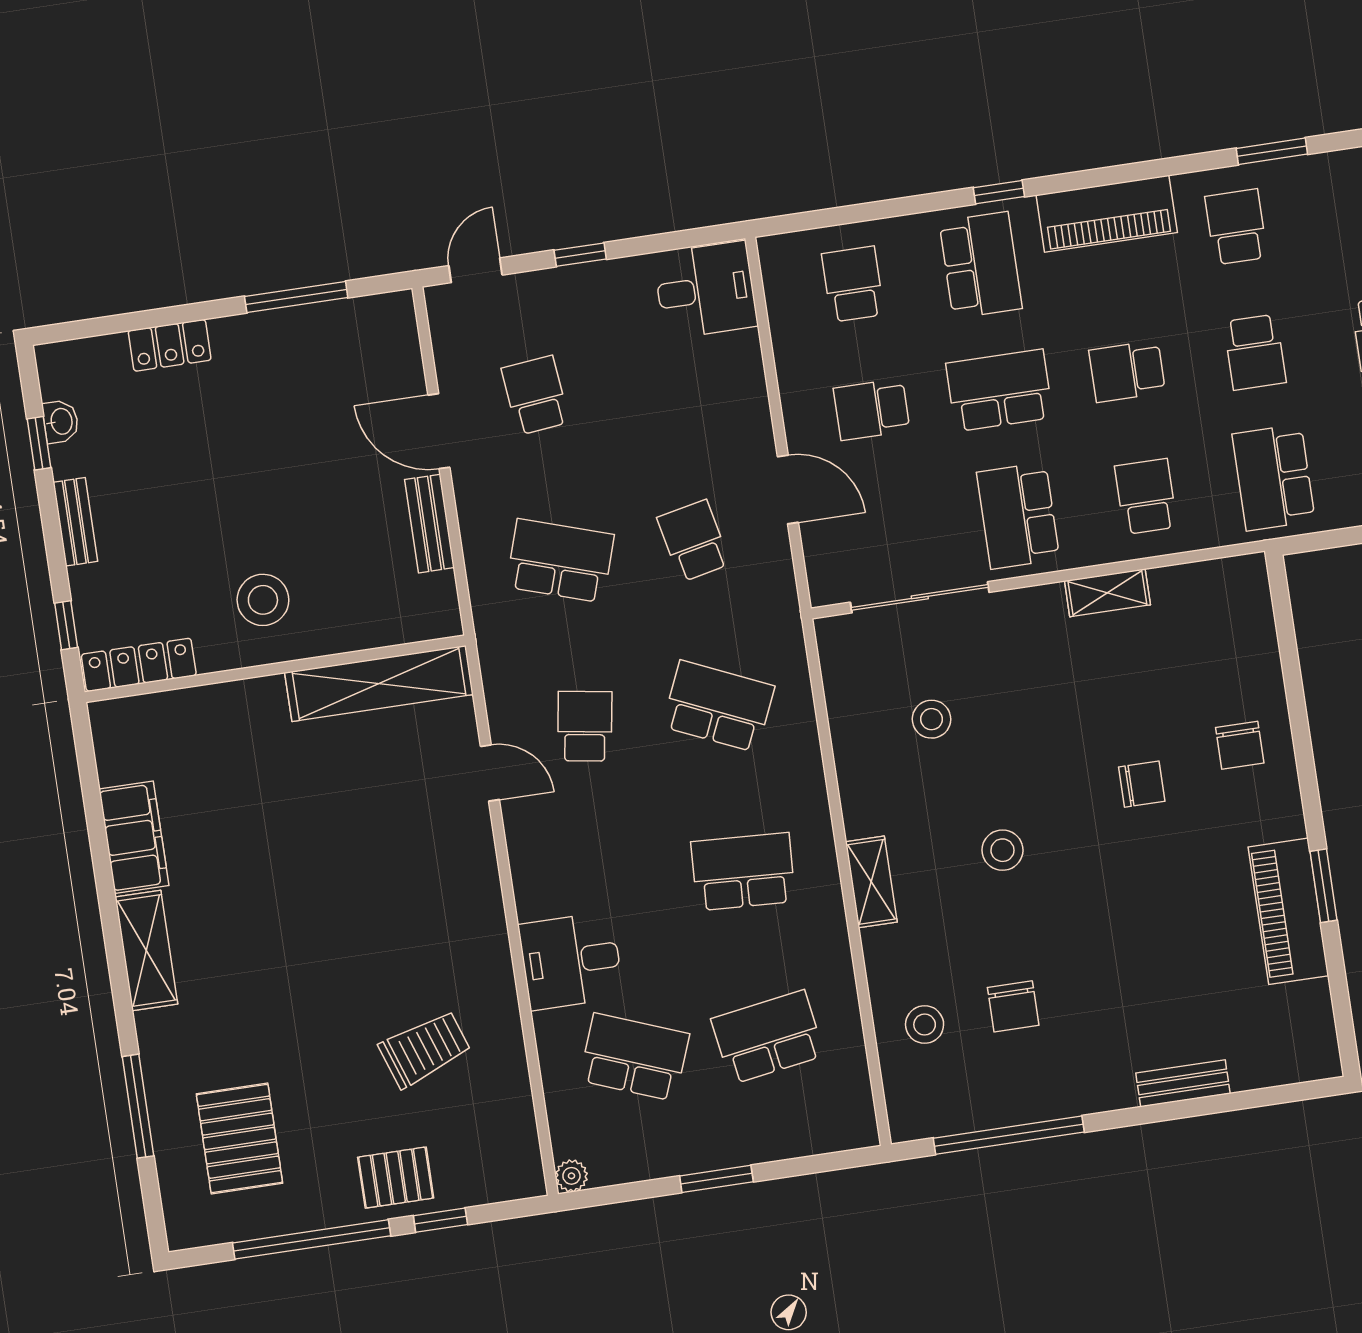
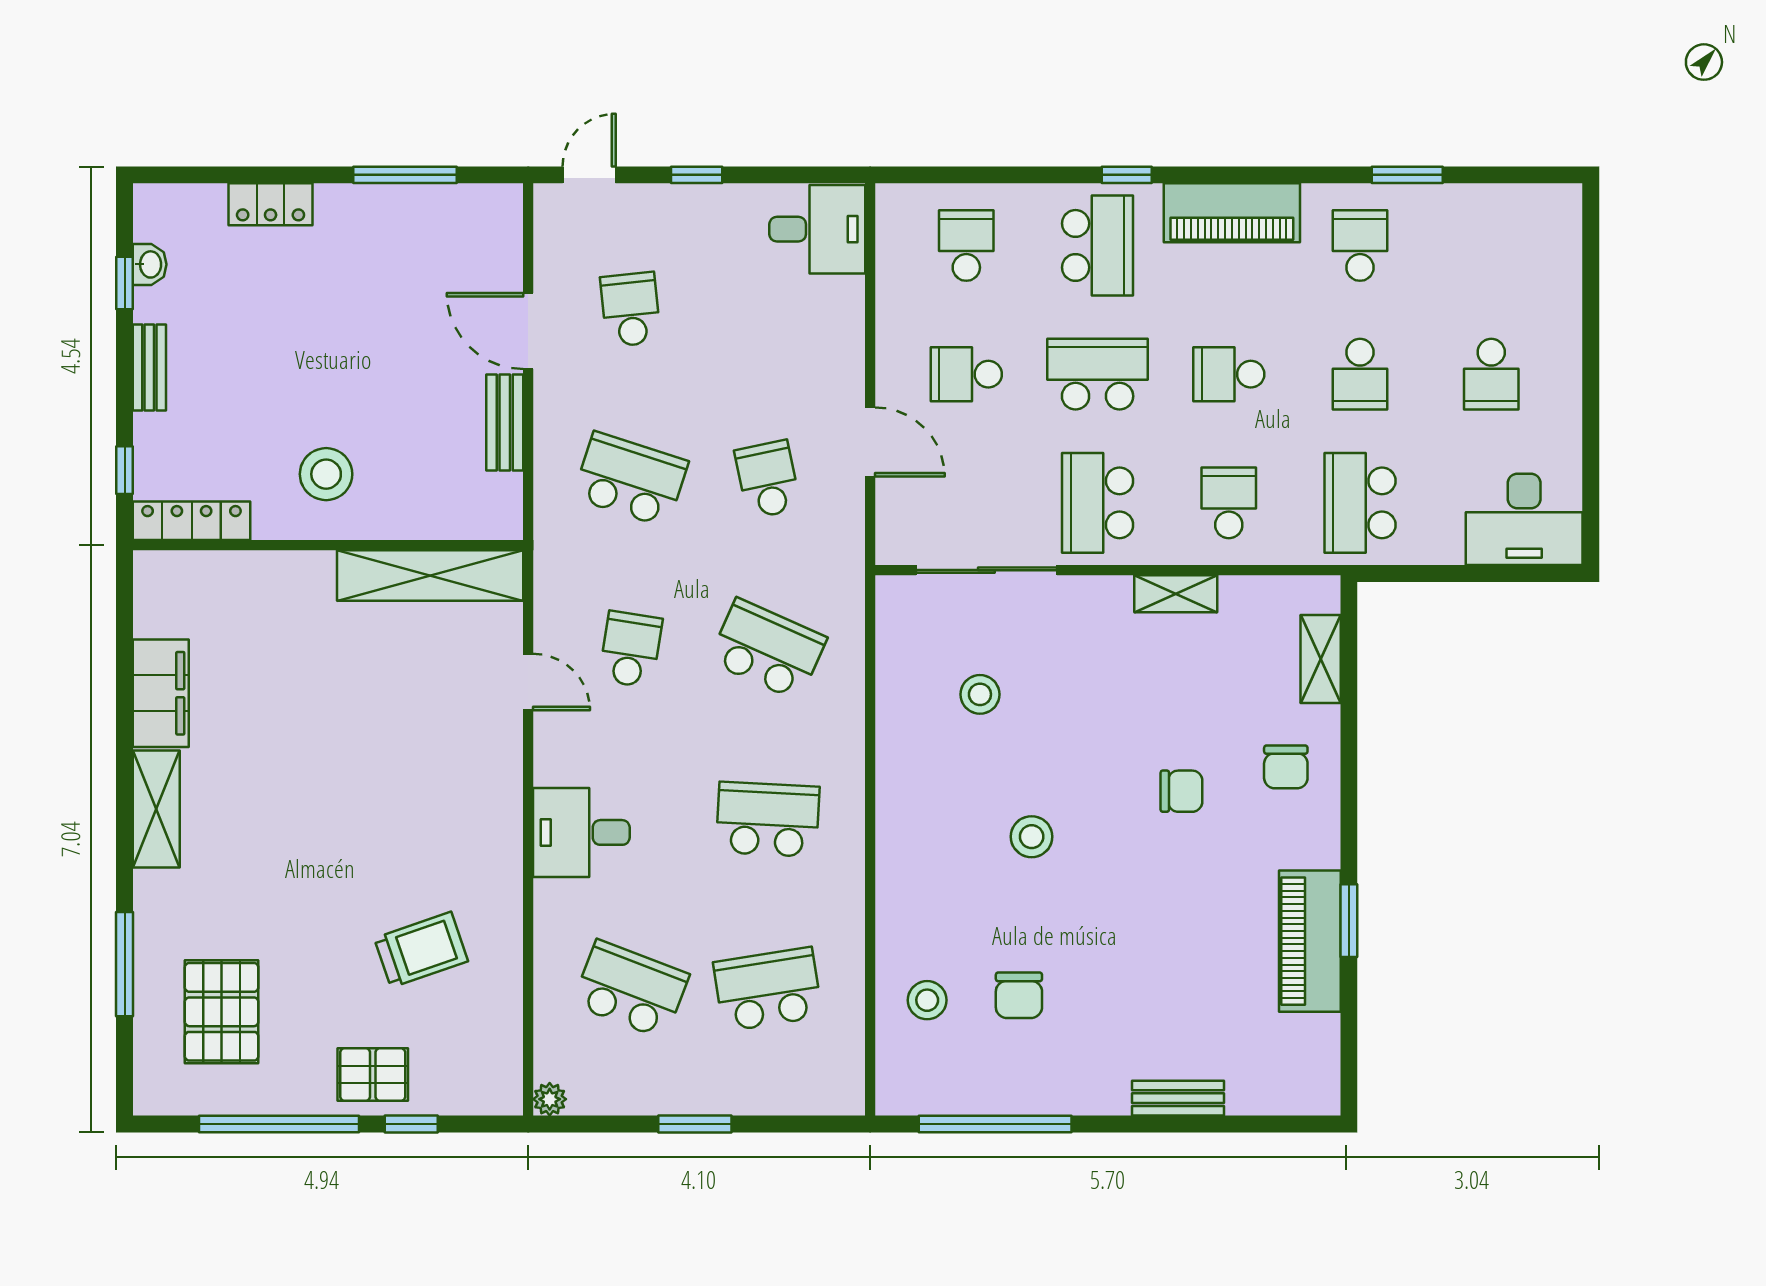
shelving: (871, 882) -> (1321, 659), moved
desk: (571, 961) -> (581, 832), moved

